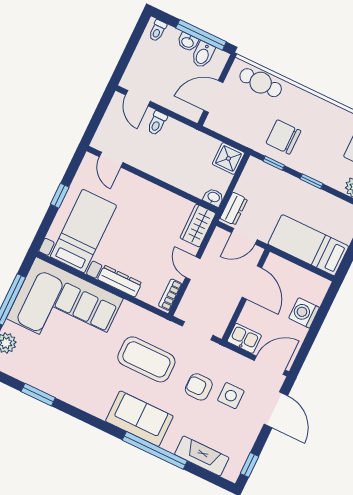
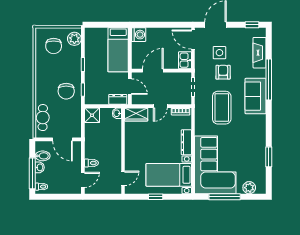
window: (201, 35) -> (32, 173), moved
washing machine: (304, 313) -> (139, 35), moved, turned -90
armchair: (199, 387) -> (223, 72), turned 180

